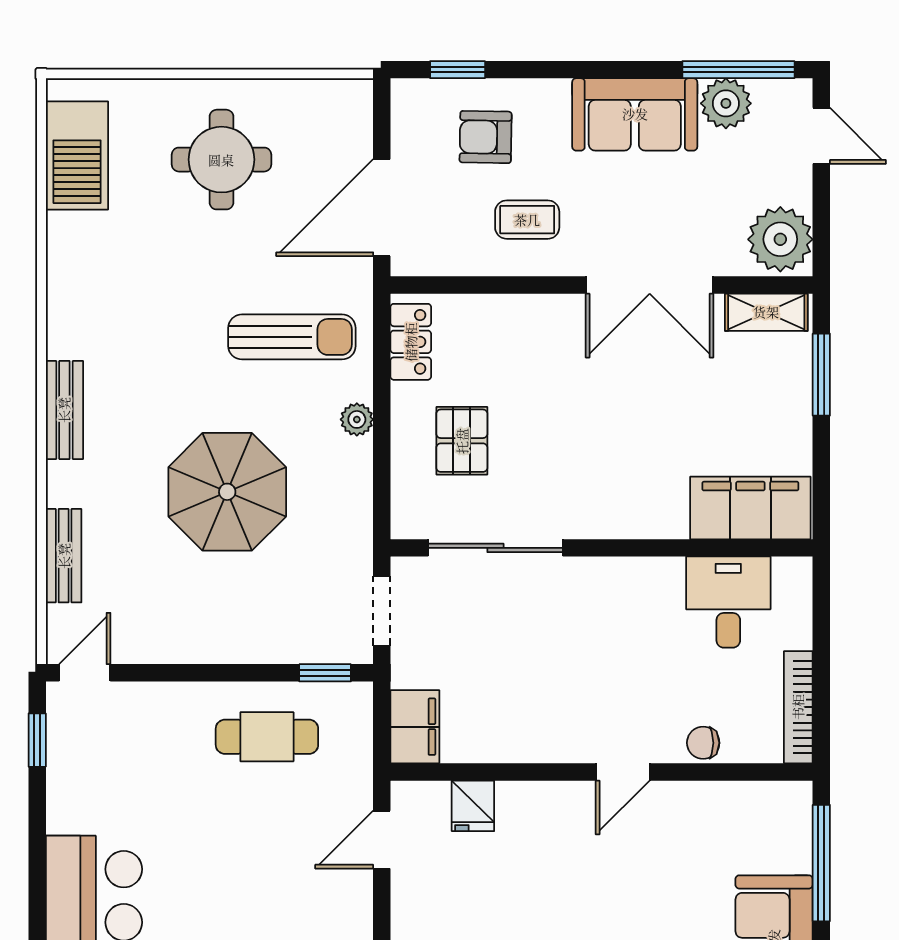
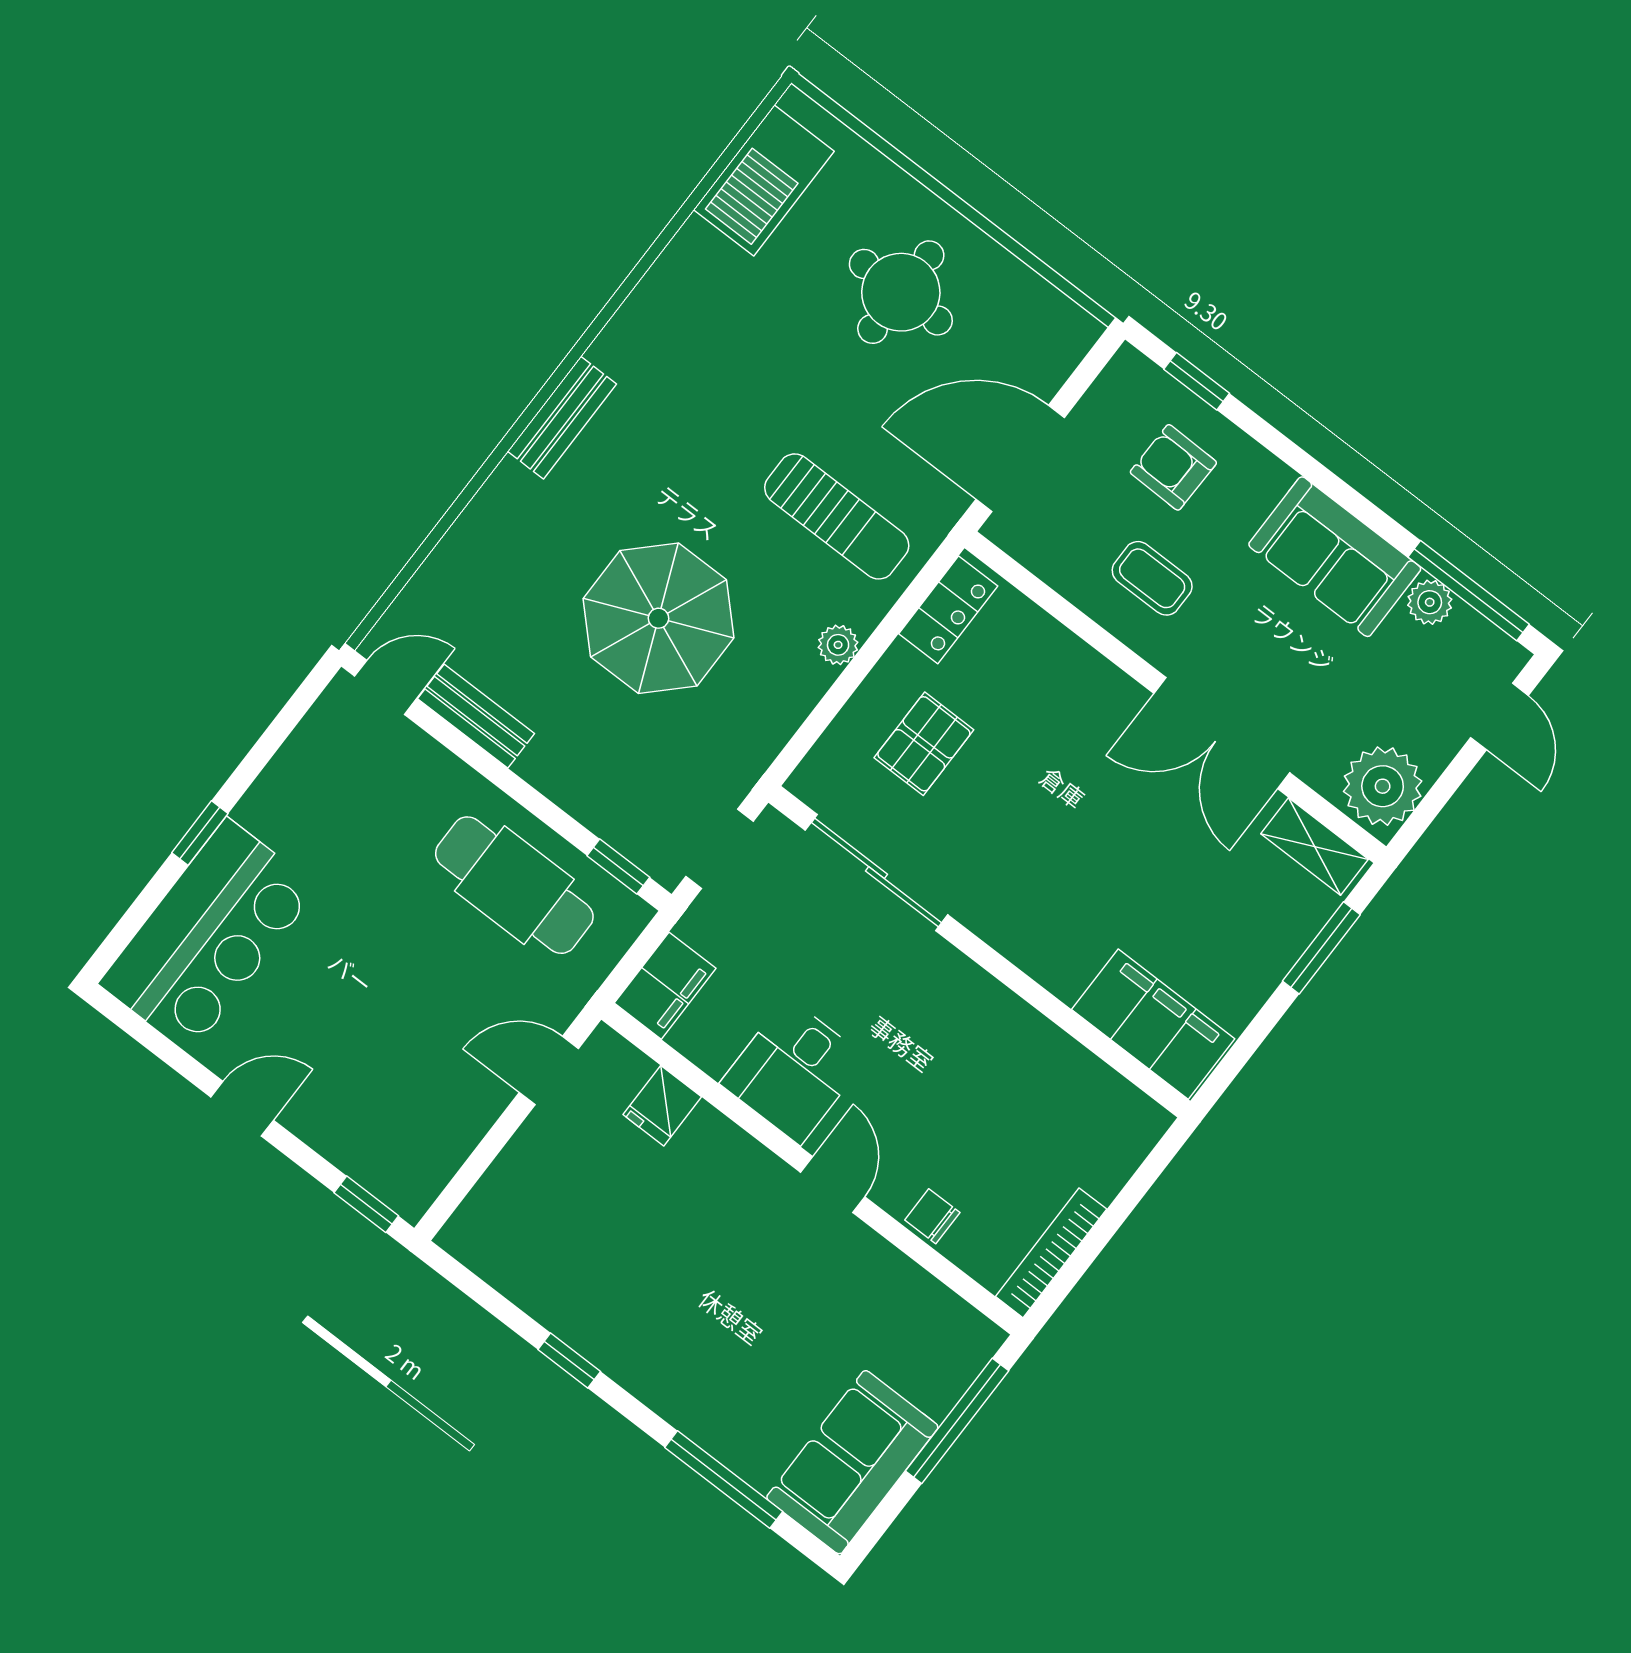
plant: (726, 103) -> (1430, 602), width x0.73, depth x0.73
bench: (64, 556) -> (476, 716), moved, turned 90
desk: (728, 602) -> (794, 1071), moved, turned 180
cafe table: (267, 737) -> (514, 885), width x1.37, depth x1.35
window: (37, 740) -> (200, 833), moved
door: (623, 772) -> (833, 1184), swing flipped

